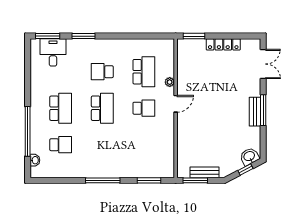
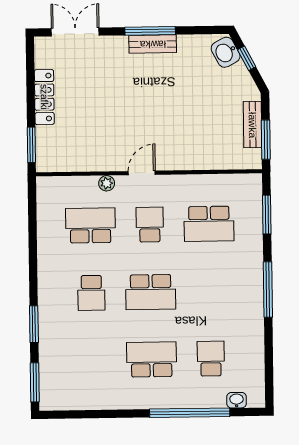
desk: (53, 52) -> (61, 373), removed
door: (176, 104) -> (142, 173), hinge flipped
school desk: (102, 108) -> (151, 292), turned 180
school desk: (144, 145) -> (209, 224), added

